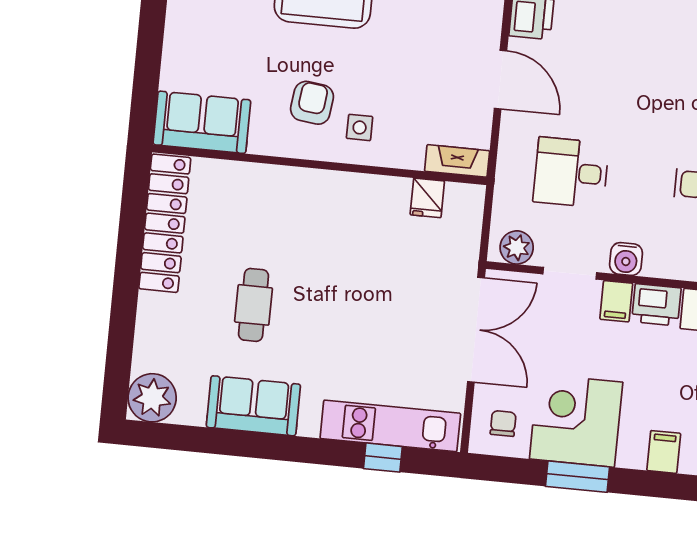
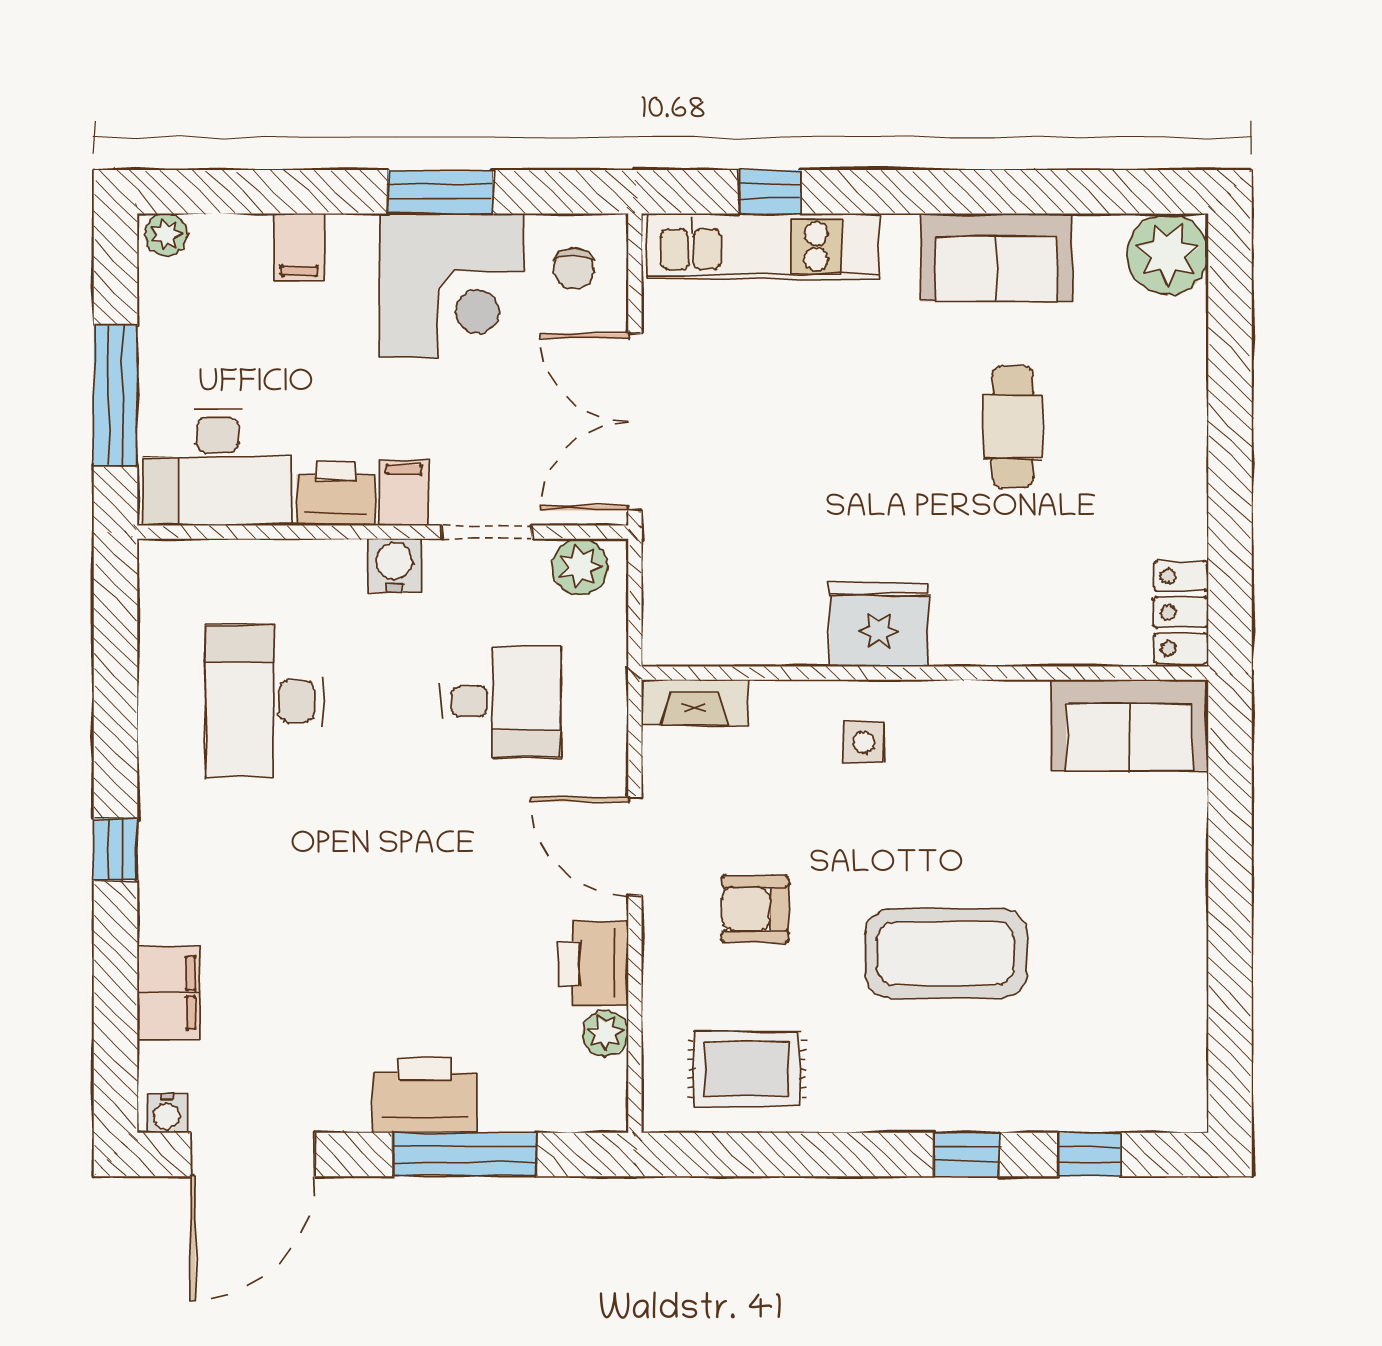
armchair: (312, 103) -> (755, 909), moved, turned 83
fridge: (427, 198) -> (879, 625), moved, width x1.88, depth x1.34
locker: (165, 223) -> (1181, 612), width x0.46, depth x0.83

